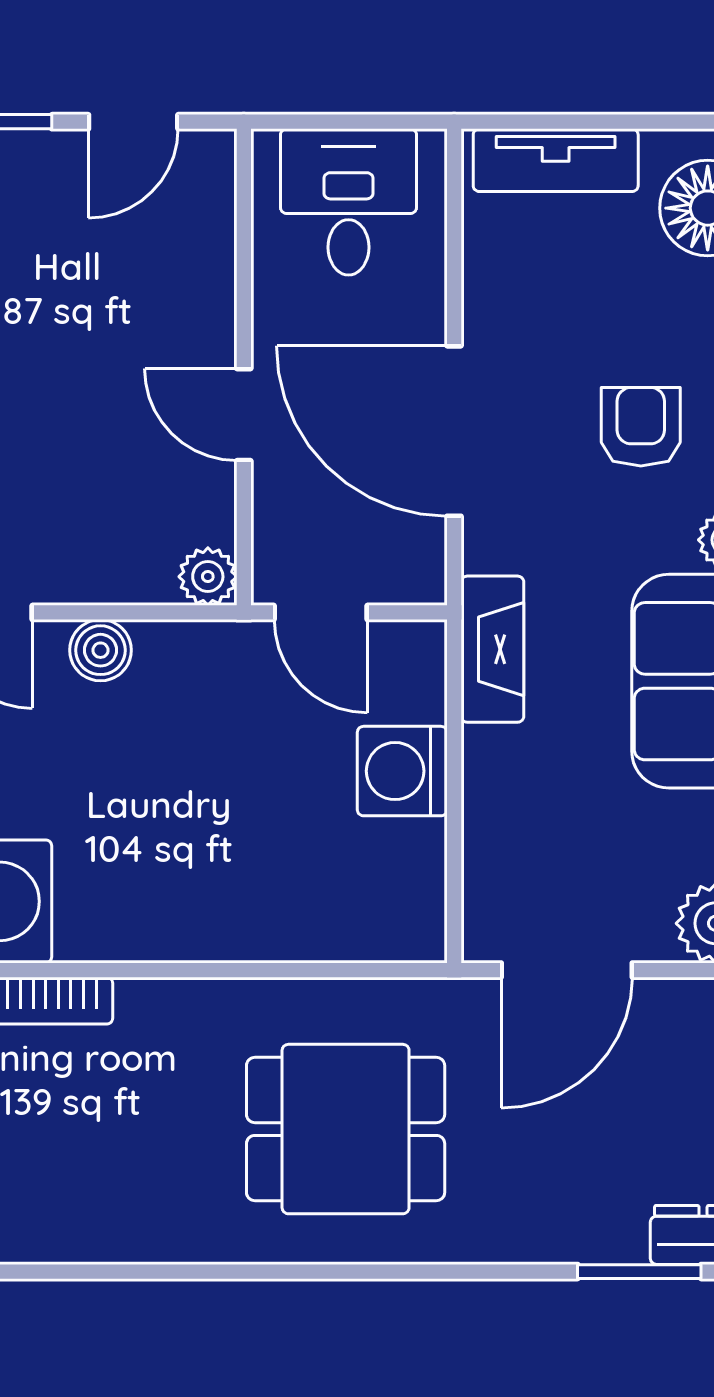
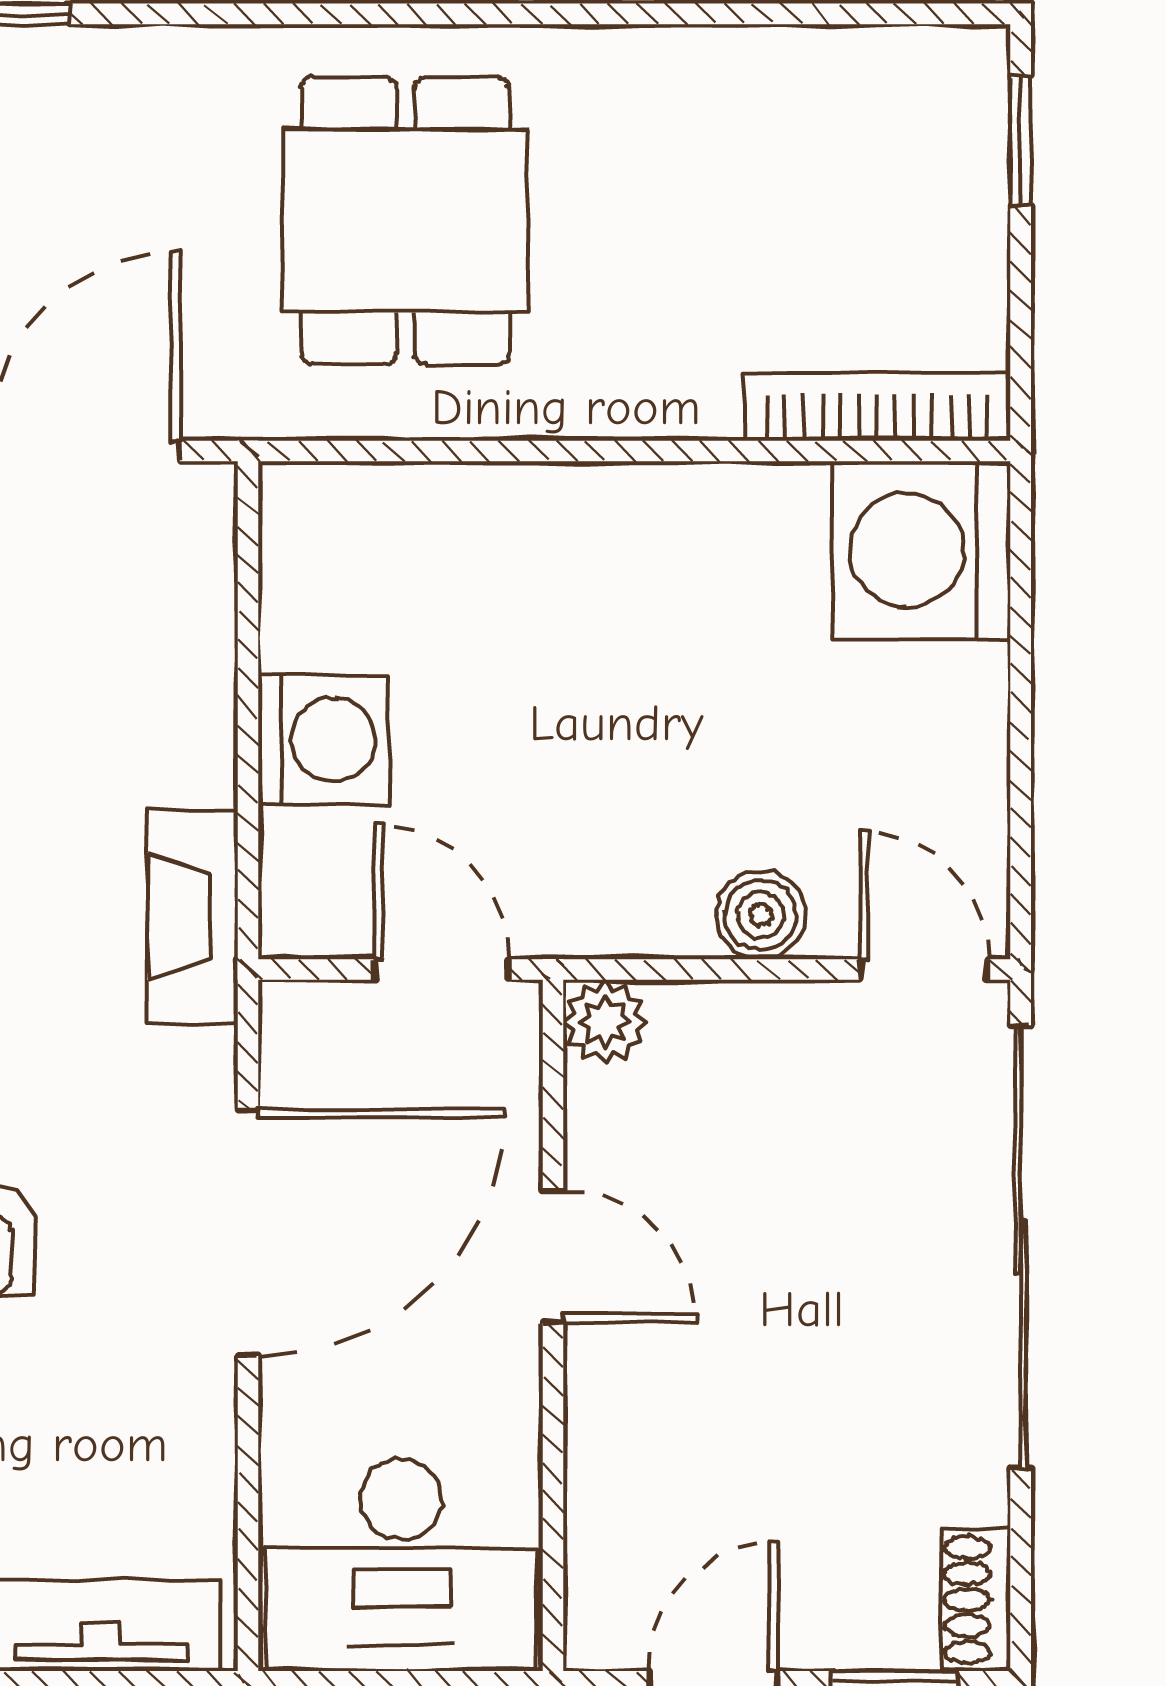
desk: (348, 202) -> (401, 1565), width x1.37
door: (454, 431) -> (248, 1233), hinge flipped
dining table: (346, 1129) -> (405, 221), turned 90

